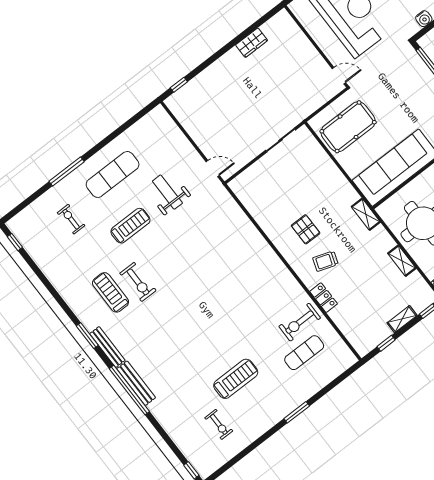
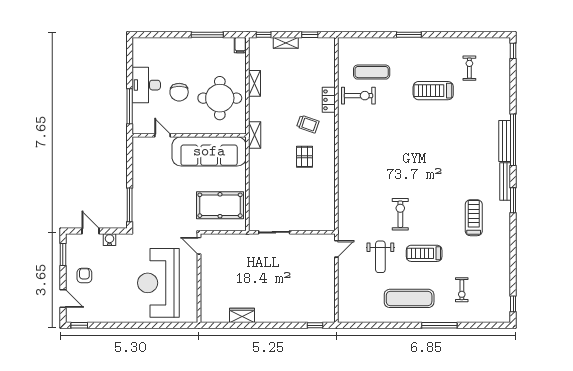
door: (213, 169) -> (336, 249), swing flipped
exercise bike: (138, 282) -> (400, 214), moved
treadmill: (111, 292) -> (474, 218), turned 180

